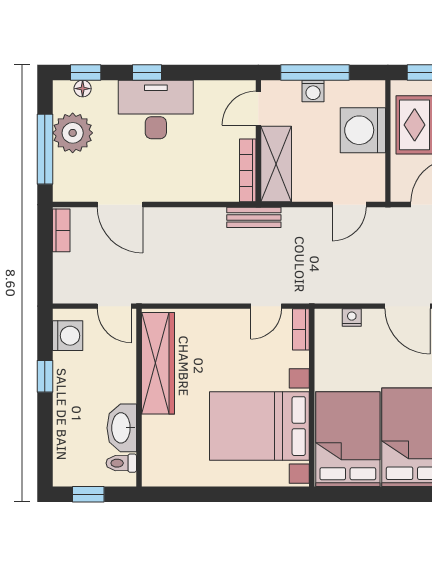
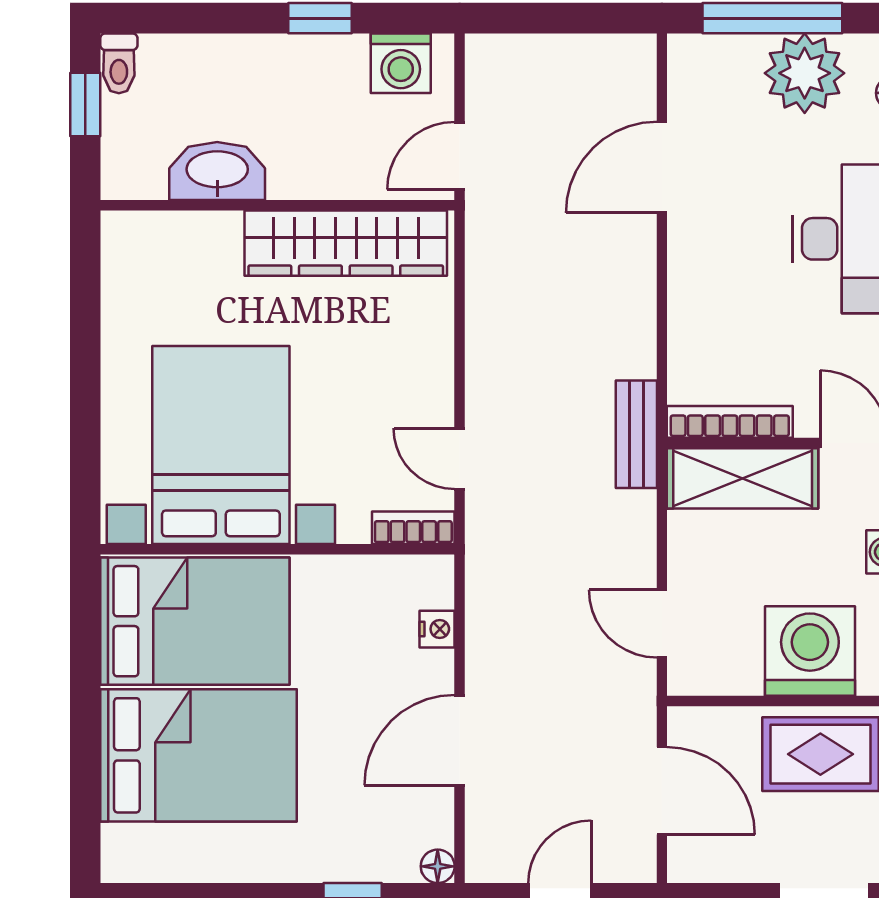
bookcase: (61, 230) -> (610, 50), removed
toilet: (121, 463) -> (119, 63), moved, turned 180

